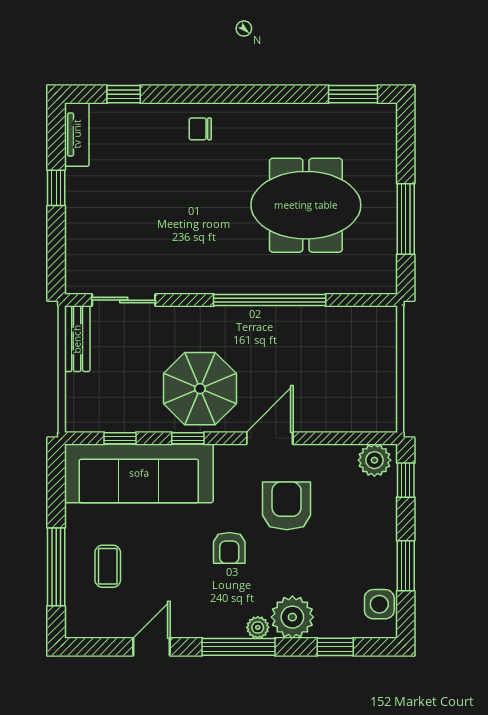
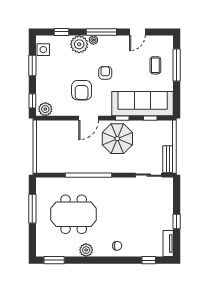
plant: (275, 119) -> (86, 250), added

